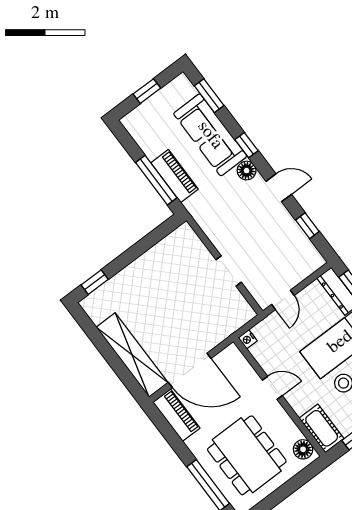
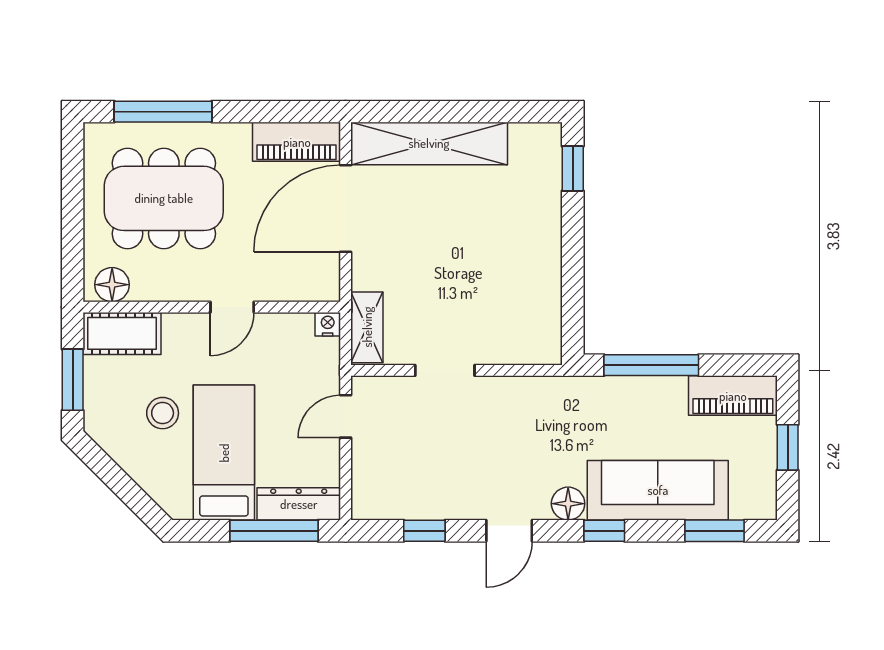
piano: (174, 176) -> (733, 396), moved
door: (283, 300) -> (346, 416), hinge flipped
shelving: (236, 321) -> (367, 327), added

